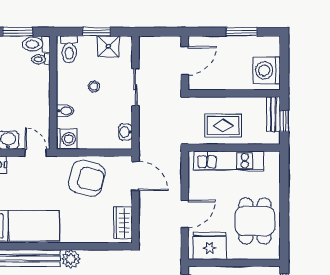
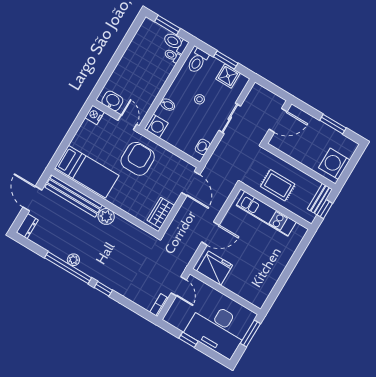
armchair: (87, 178) -> (138, 159), moved, turned -104
dining table: (255, 221) -> (259, 270), removed

